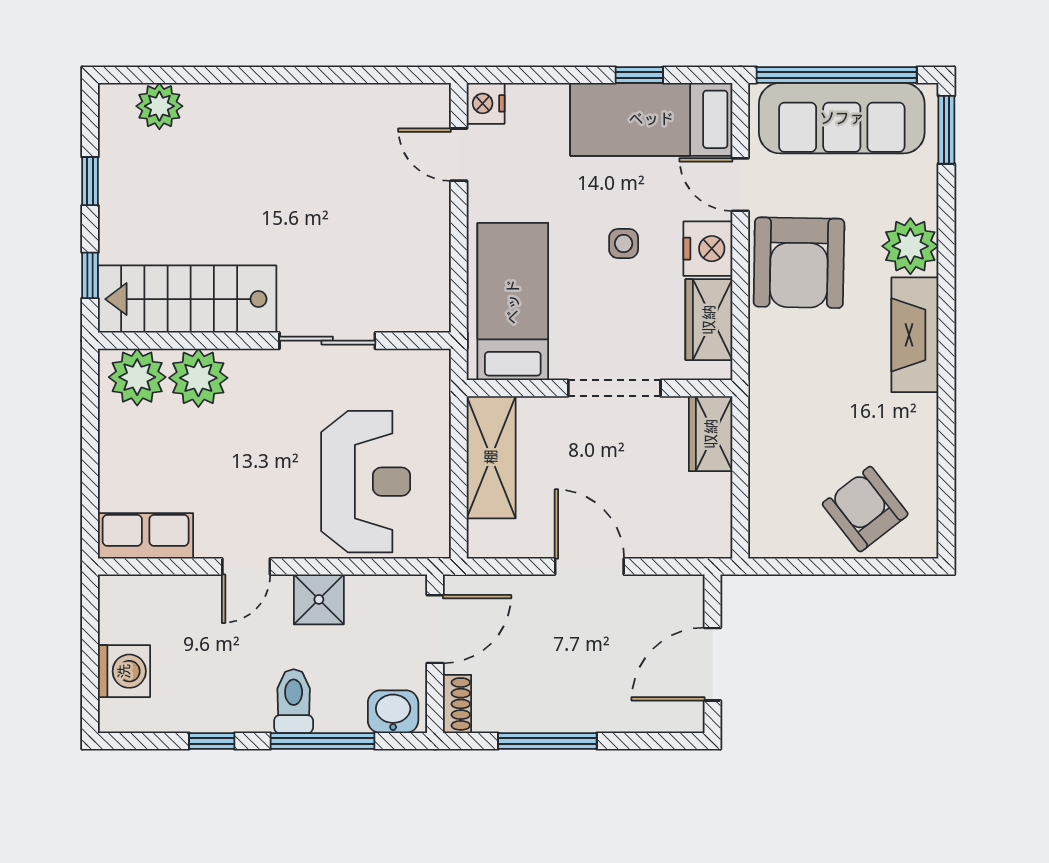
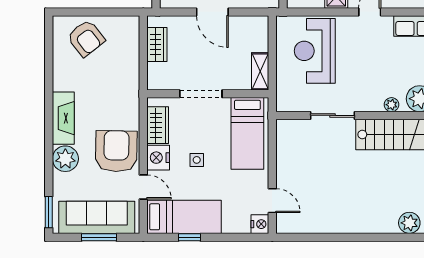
window: (837, 75) -> (99, 237), width x0.47
plant: (198, 378) -> (392, 105), width x0.53, depth x0.53
wardrobe: (711, 434) -> (157, 44), moved
shelving: (491, 457) -> (260, 71), width x0.67, depth x0.75

